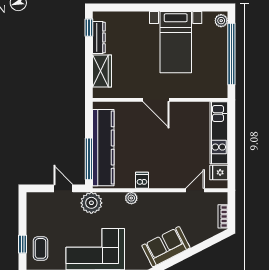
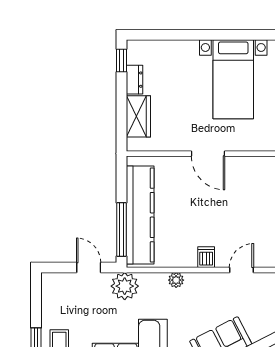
dresser: (99, 37) -> (134, 80), width x0.70
dishwasher: (142, 180) -> (206, 257), moved
door: (195, 190) -> (242, 270), moved

